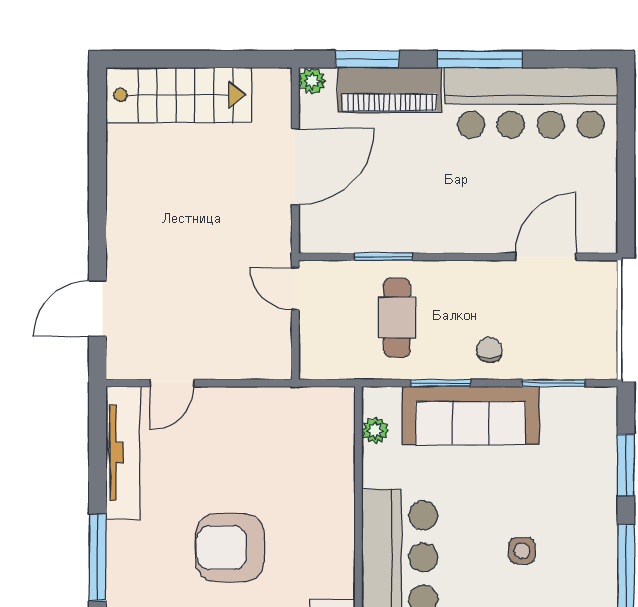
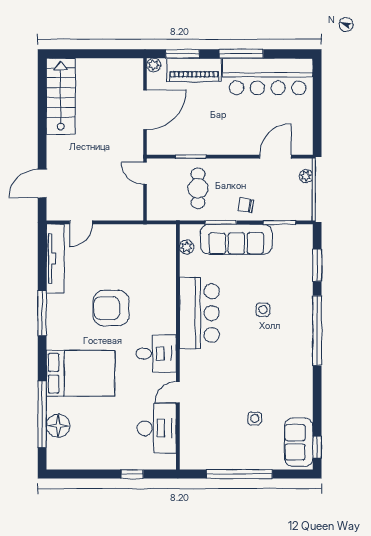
stairs: (179, 95) -> (61, 96), moved, turned -90
plant: (605, 294) -> (306, 176), added
chair: (489, 350) -> (246, 205), turned -81

